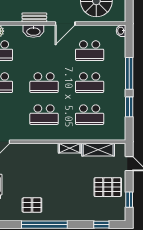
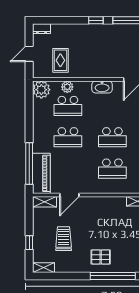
bench: (34, 17) -> (103, 74), removed

